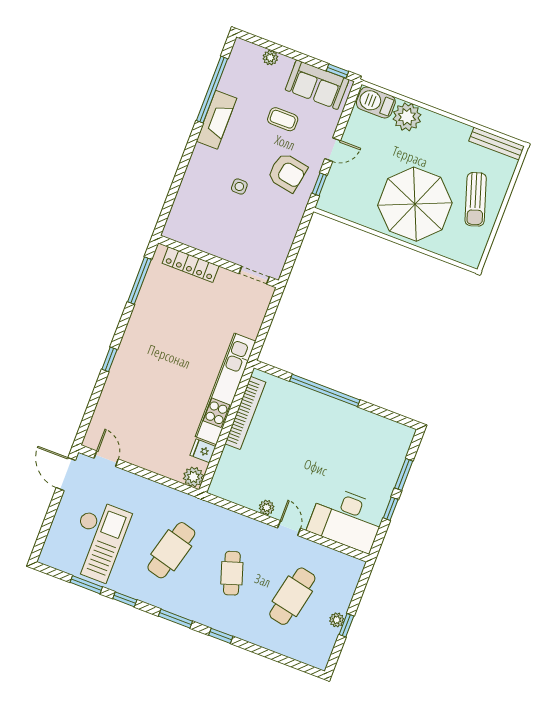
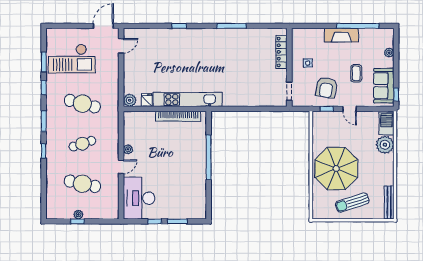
wall: (218, 262) -> (289, 67), moved
locker: (191, 265) -> (281, 52), moved
doorway: (254, 275) -> (289, 91), moved

